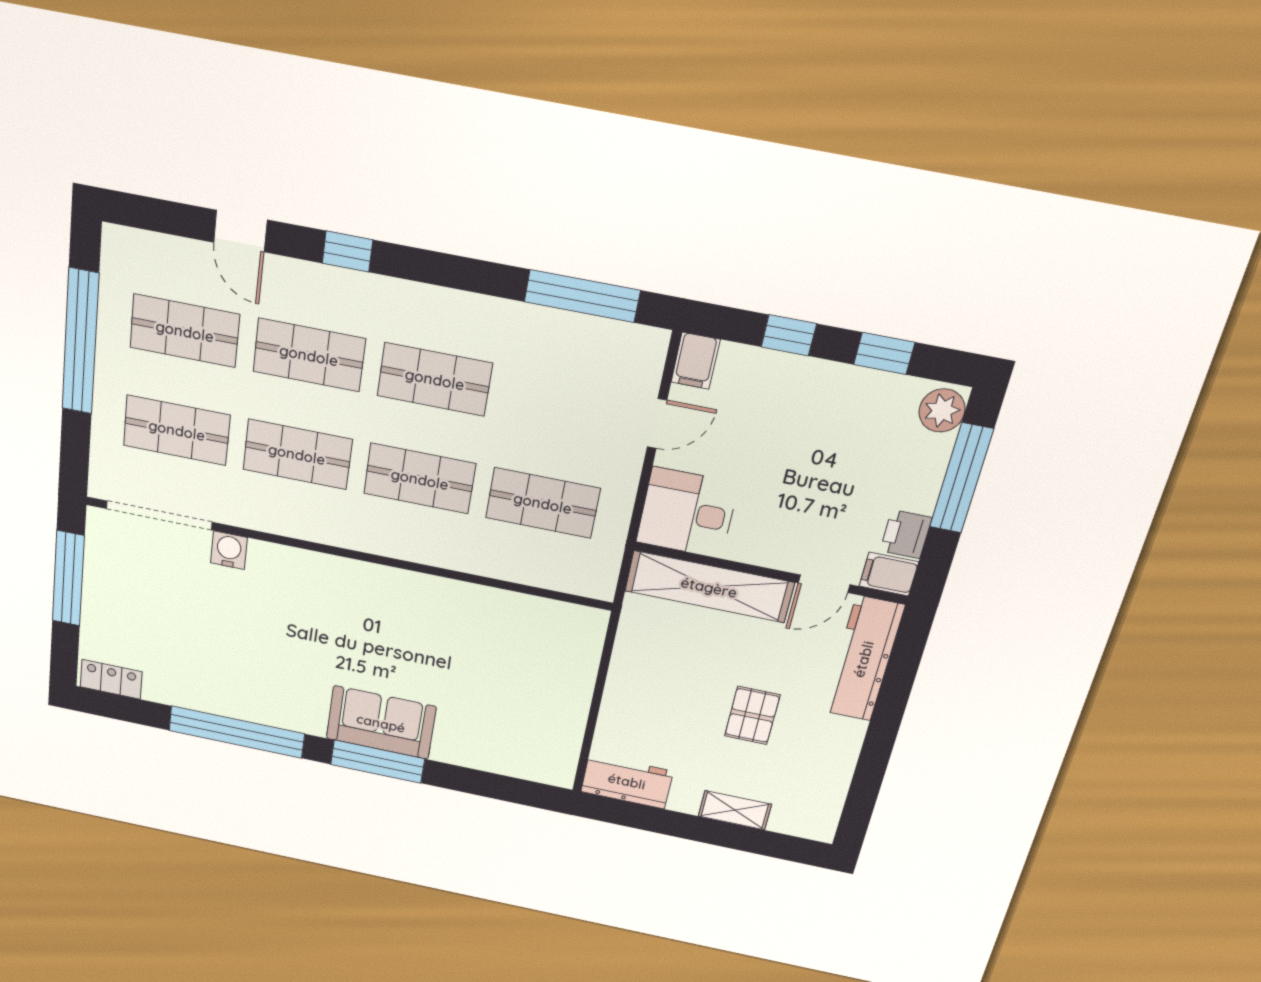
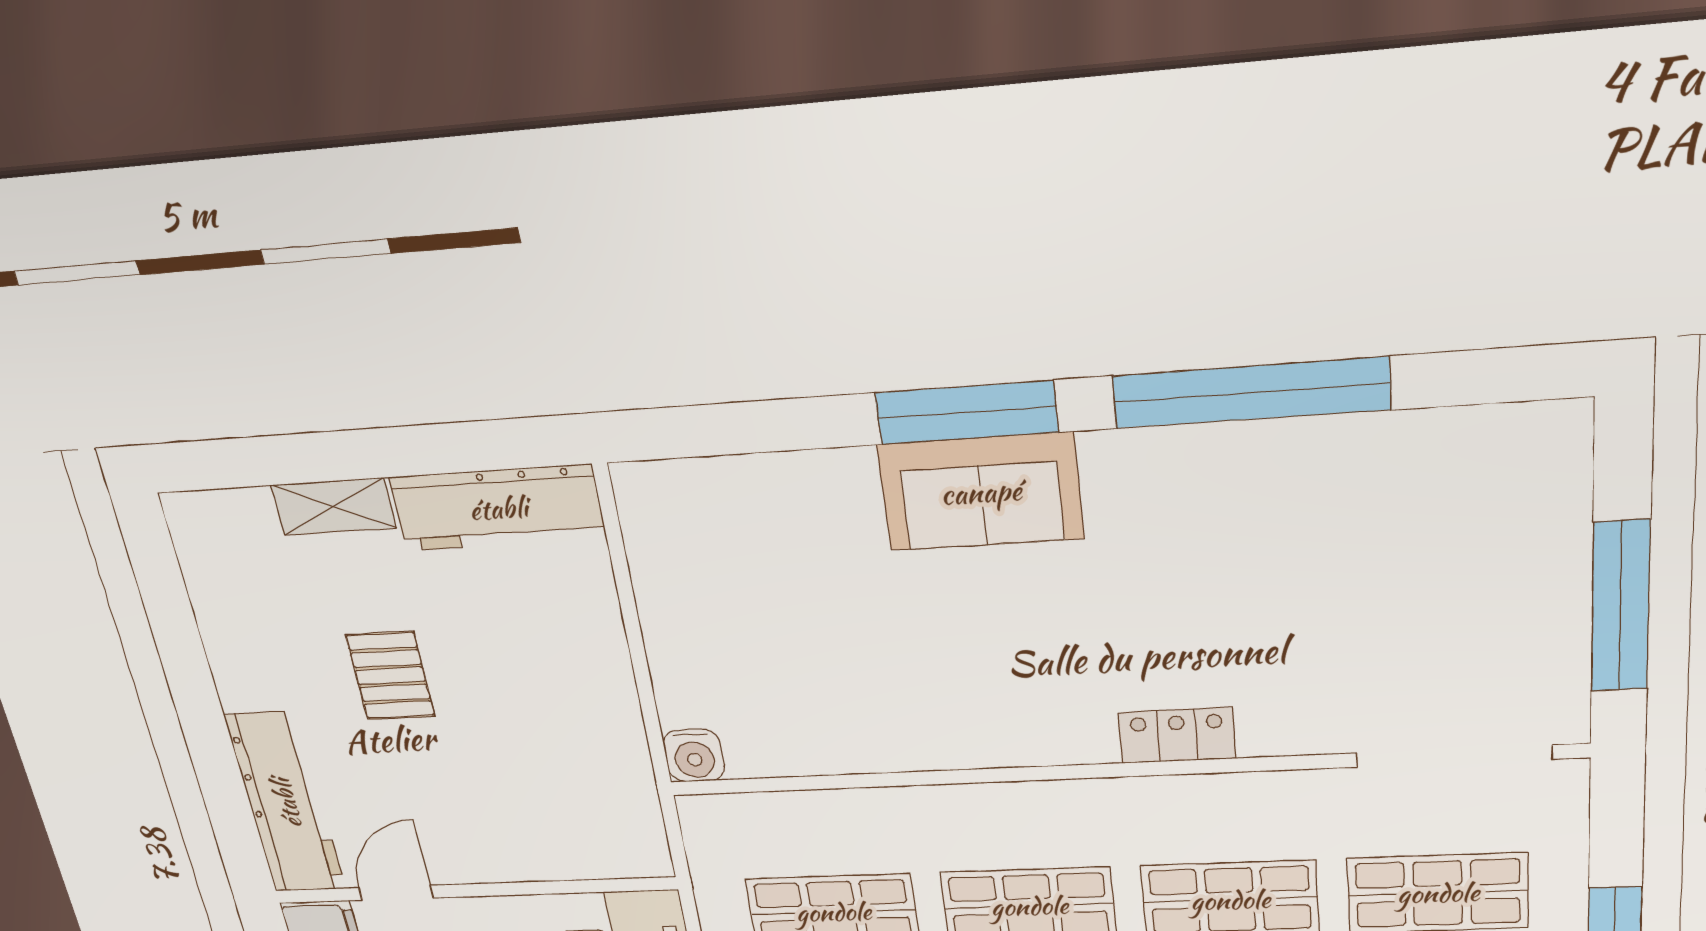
water cooler: (229, 550) -> (694, 755), moved
shelving: (709, 587) -> (547, 852), removed
locker: (111, 679) -> (1177, 736), moved, turned 180
workbench: (627, 781) -> (498, 508), width x1.38

